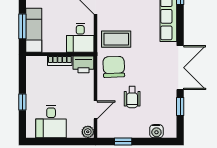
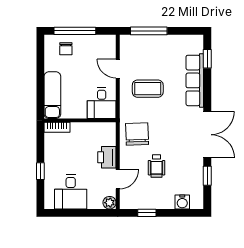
window: (22, 26) -> (40, 91), removed
coffee table: (116, 39) -> (148, 89), moved
bookcase: (60, 61) -> (57, 127), moved
printer: (83, 64) -> (107, 157), moved, turned 90

